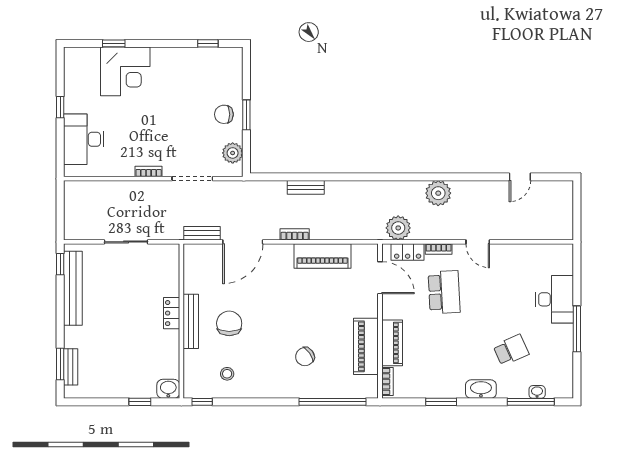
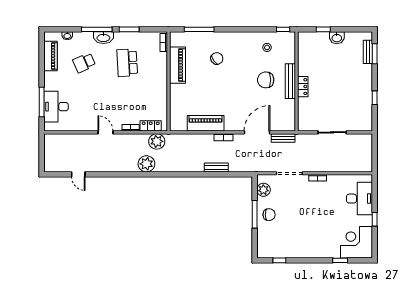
corner desk: (125, 71) -> (357, 242), moved
window: (246, 115) -> (255, 214), width x1.44
door: (520, 177) -> (78, 174), swing flipped
plant: (438, 193) -> (146, 164), moved
window: (60, 264) -> (375, 98), moved
door: (380, 278) -> (168, 109), removed
bench: (73, 288) -> (366, 103), removed
school desk: (444, 292) -> (127, 63), moved
desk: (555, 299) -> (56, 107), moved
chair: (229, 323) -> (266, 80), turned 90
window: (577, 329) -> (42, 102), moved
piano: (392, 343) -> (51, 56), moved, turned 180
washbasin: (168, 389) -> (337, 38), moved
window: (332, 402) -> (199, 29), width x0.68
window: (531, 402) -> (97, 29), moved

